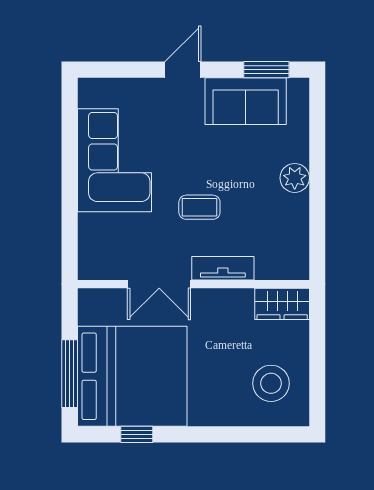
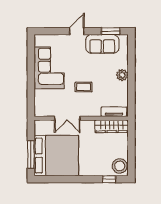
tv unit: (223, 268) -> (114, 112), moved
wardrobe: (282, 304) -> (112, 126), width x1.50
stool: (271, 383) -> (120, 166), moved
window: (137, 434) -> (109, 179), moved

